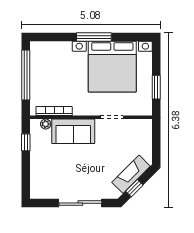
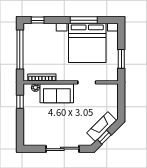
window: (49, 37) -> (38, 20), added
window: (94, 37) -> (84, 20), moved

